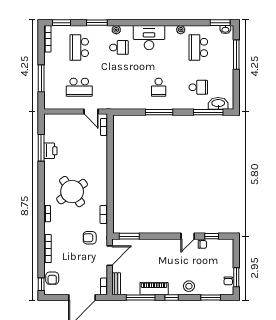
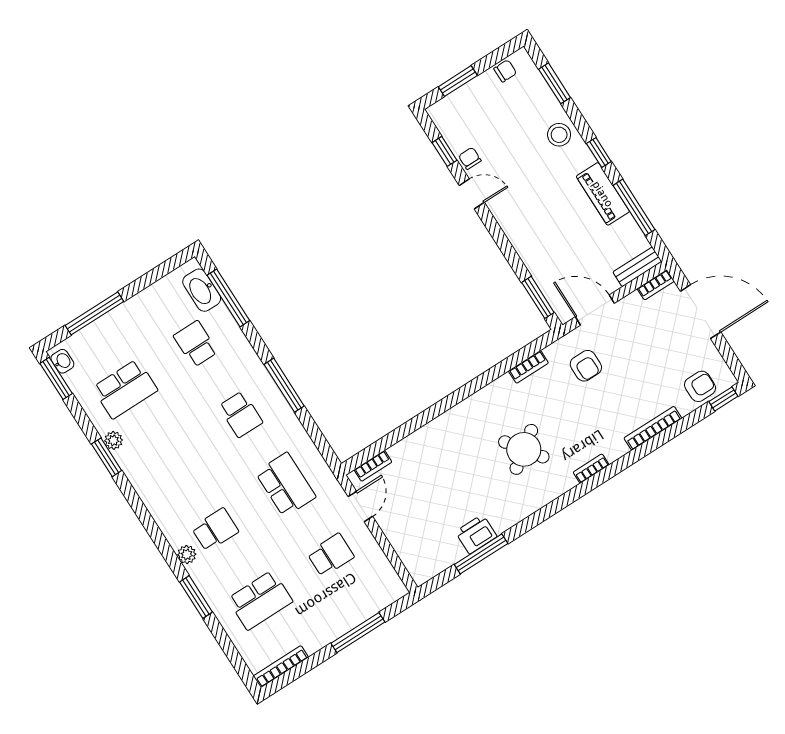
window: (62, 23) -> (107, 457), moved
desk: (149, 38) -> (163, 488), removed
school desk: (119, 47) -> (215, 530), turned 90
school desk: (79, 87) -> (331, 555), width x0.54
school desk: (119, 87) -> (286, 485), added
school desk: (159, 87) -> (241, 414), turned 90
round table: (72, 192) -> (524, 449), width x0.73, depth x0.73
window: (236, 277) -> (458, 81), moved

